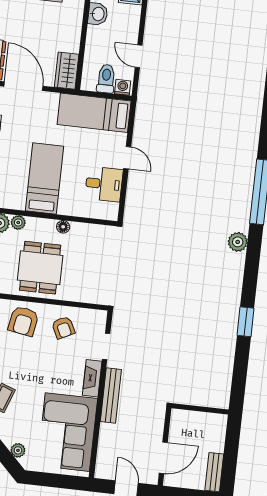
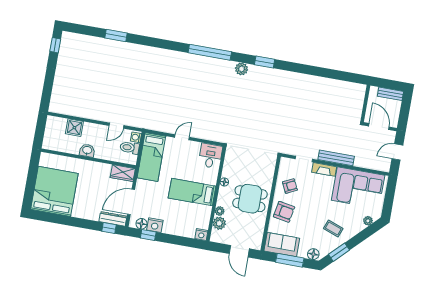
desk: (104, 184) -> (210, 156), moved
window: (246, 322) -> (265, 62), moved
wall: (200, 409) -> (365, 103), moved

